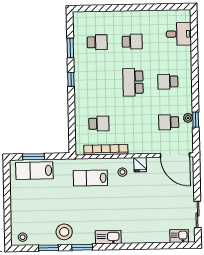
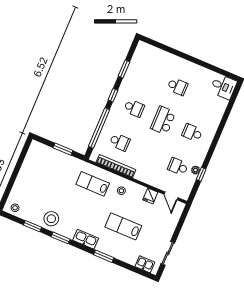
desk: (179, 34) -> (223, 87), moved
school desk: (97, 42) -> (134, 108), moved
window: (72, 119) -> (99, 128), added
door: (175, 155) -> (171, 196), width x0.53
window: (34, 157) -> (63, 149), moved
fridge: (140, 165) -> (150, 196), moved
lab bench: (34, 171) -> (123, 226), moved
window: (134, 246) -> (104, 256), added

